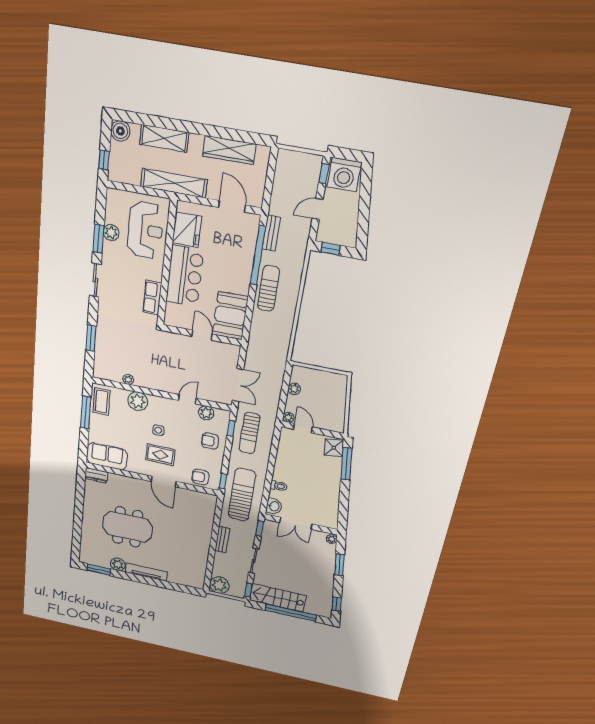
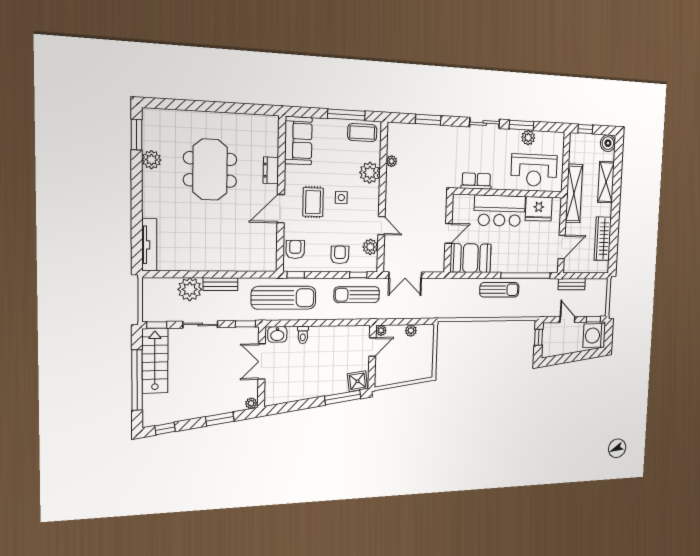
bench: (271, 233) -> (572, 284), moved
dresser: (96, 475) -> (271, 170), moved
tv unit: (146, 572) -> (149, 245), moved
plant: (219, 585) -> (190, 289), moved

